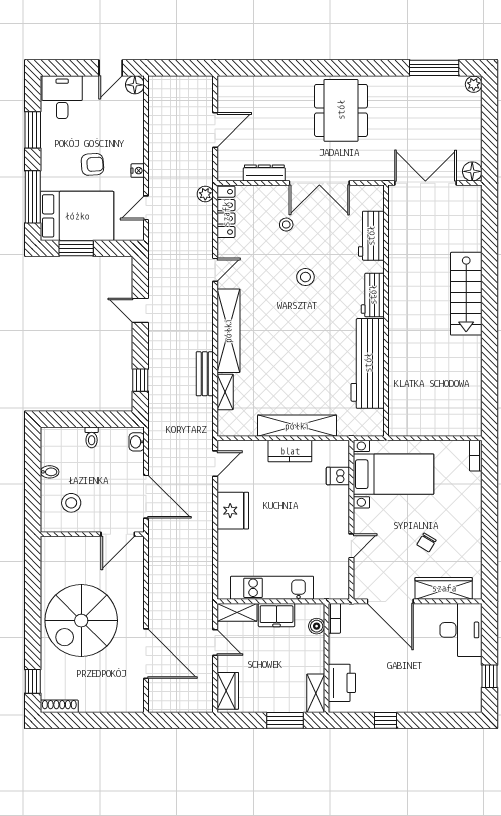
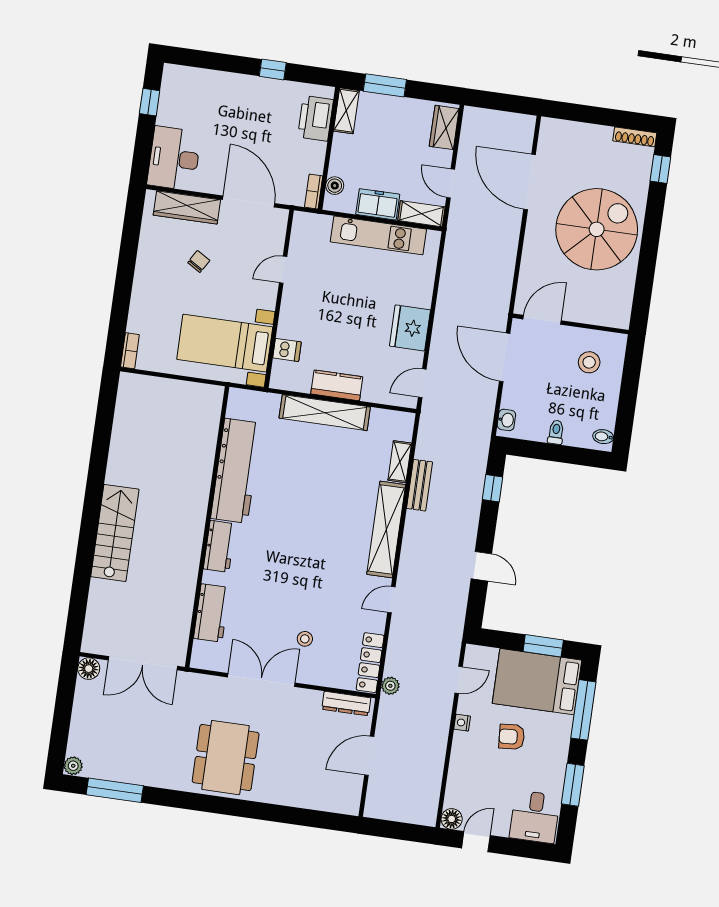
dresser: (264, 173) -> (346, 704), moved
stool: (305, 277) -> (292, 577), removed
bidet: (50, 472) -> (603, 437), moved

